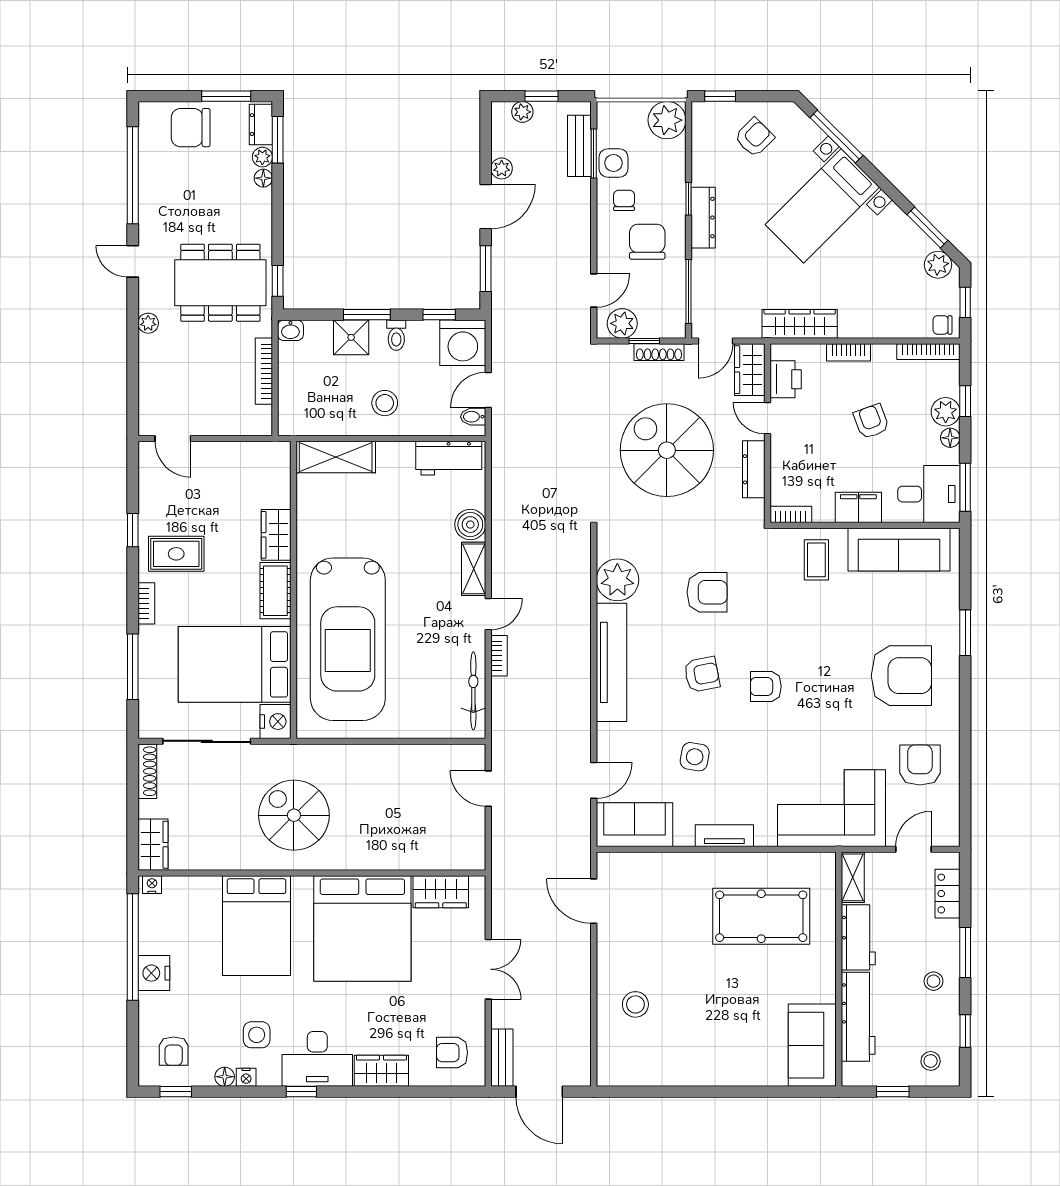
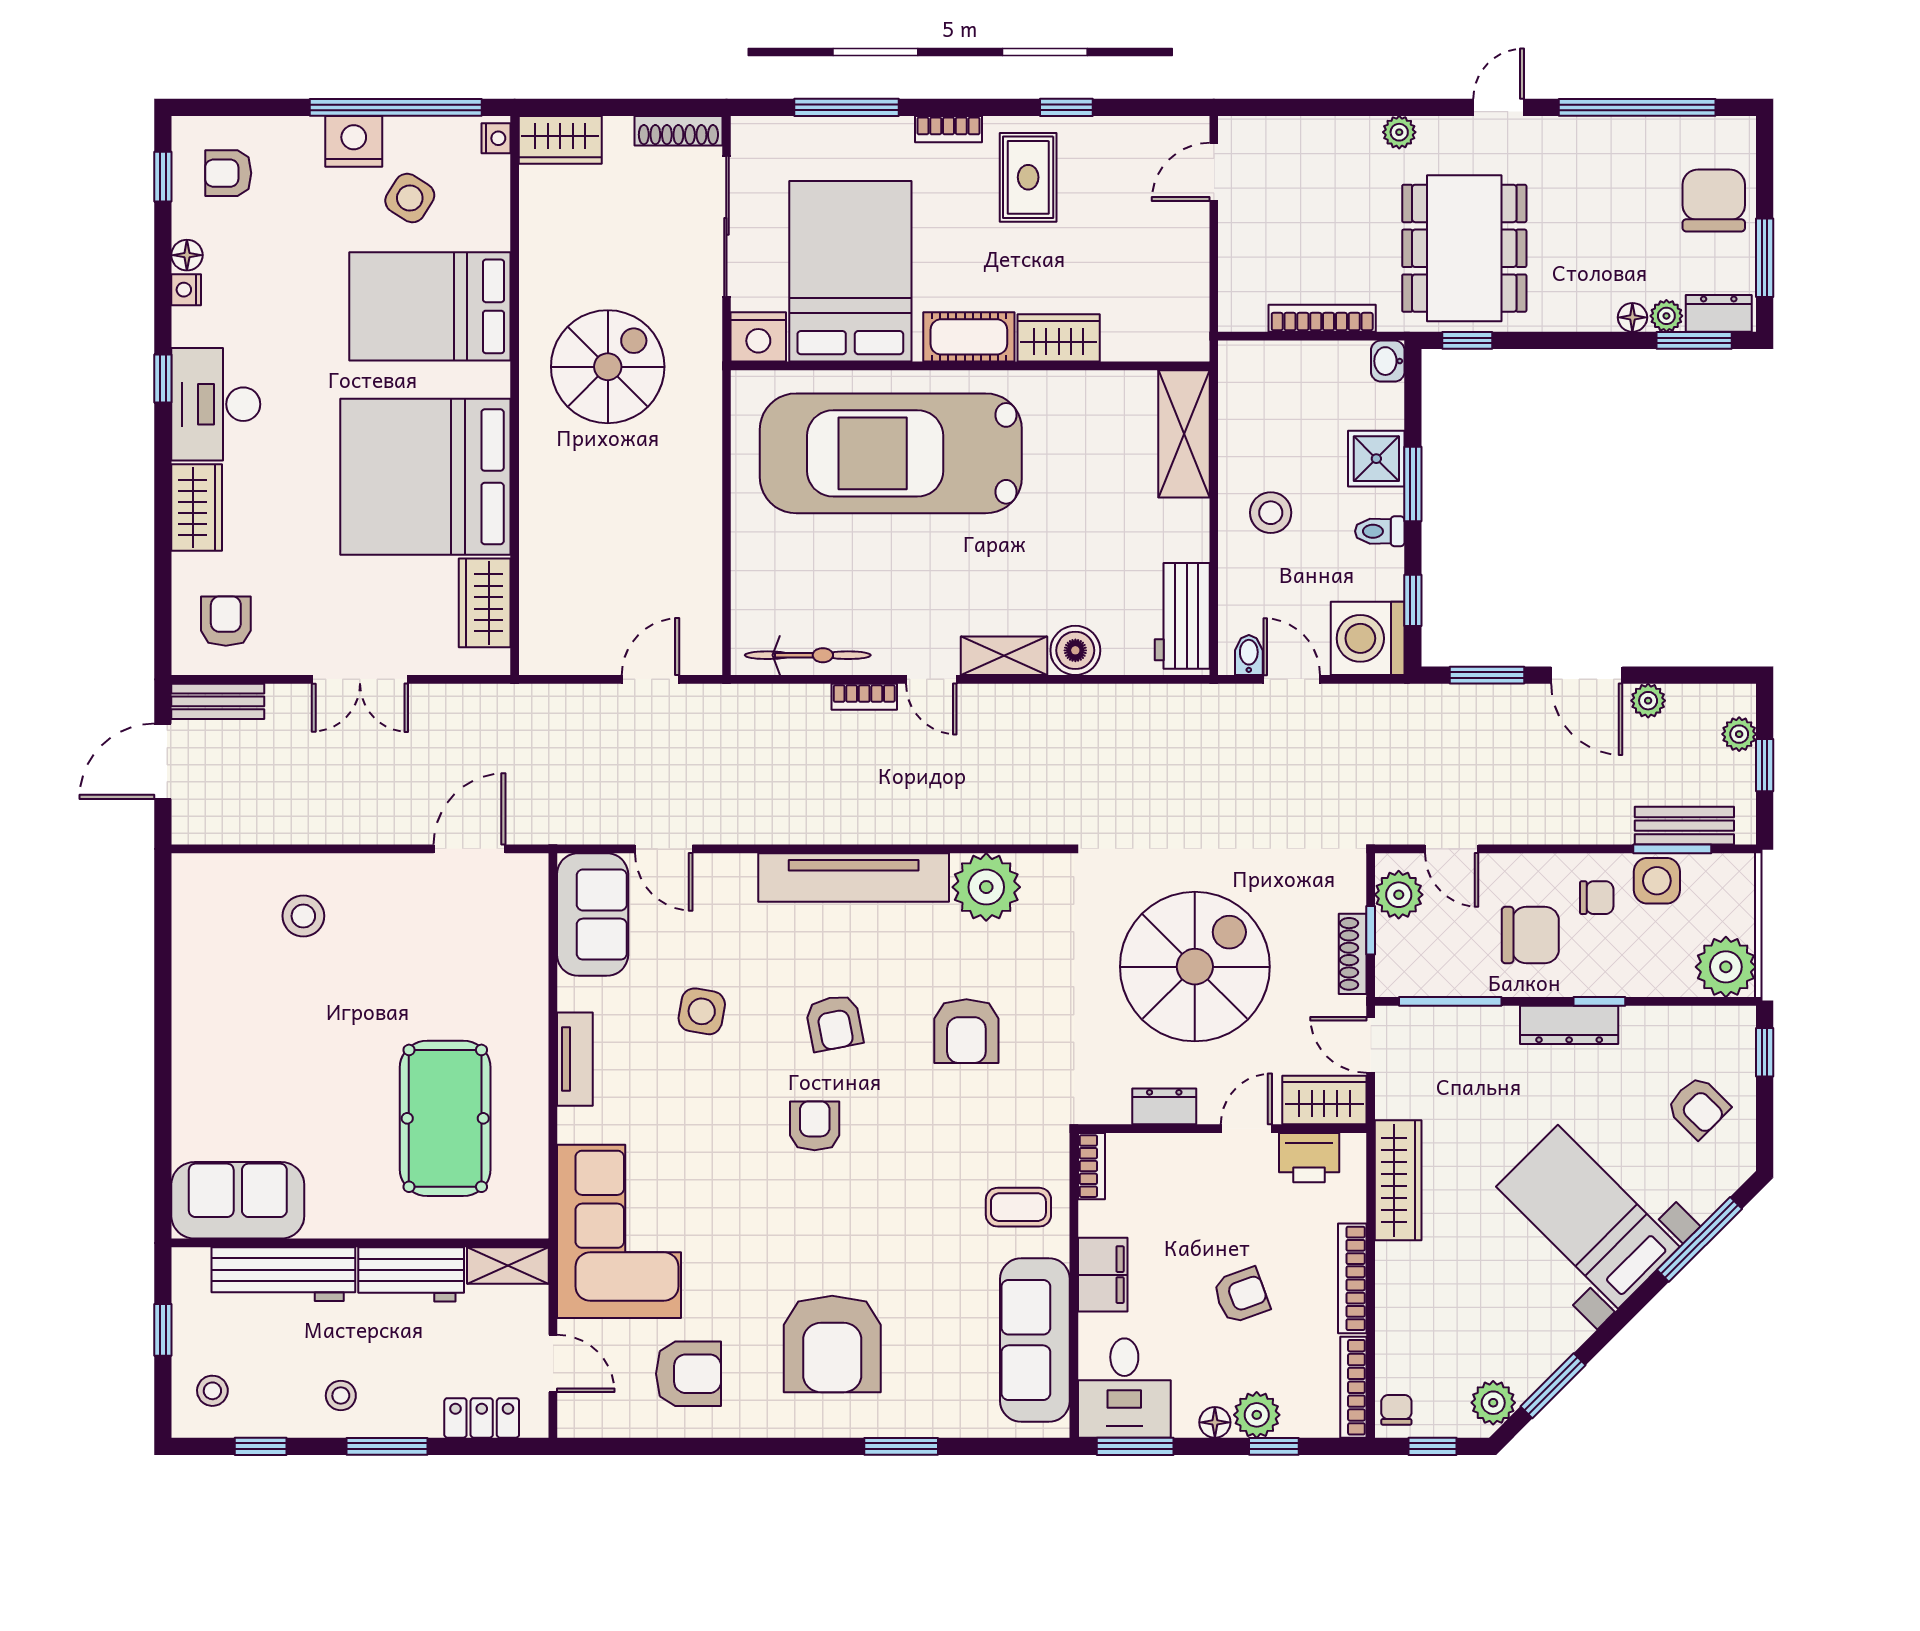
bookcase: (848, 352) -> (1352, 1278), width x1.56
dresser: (754, 469) -> (1164, 1106), width x0.70
side table: (257, 1035) -> (410, 198), moved, turned 32

